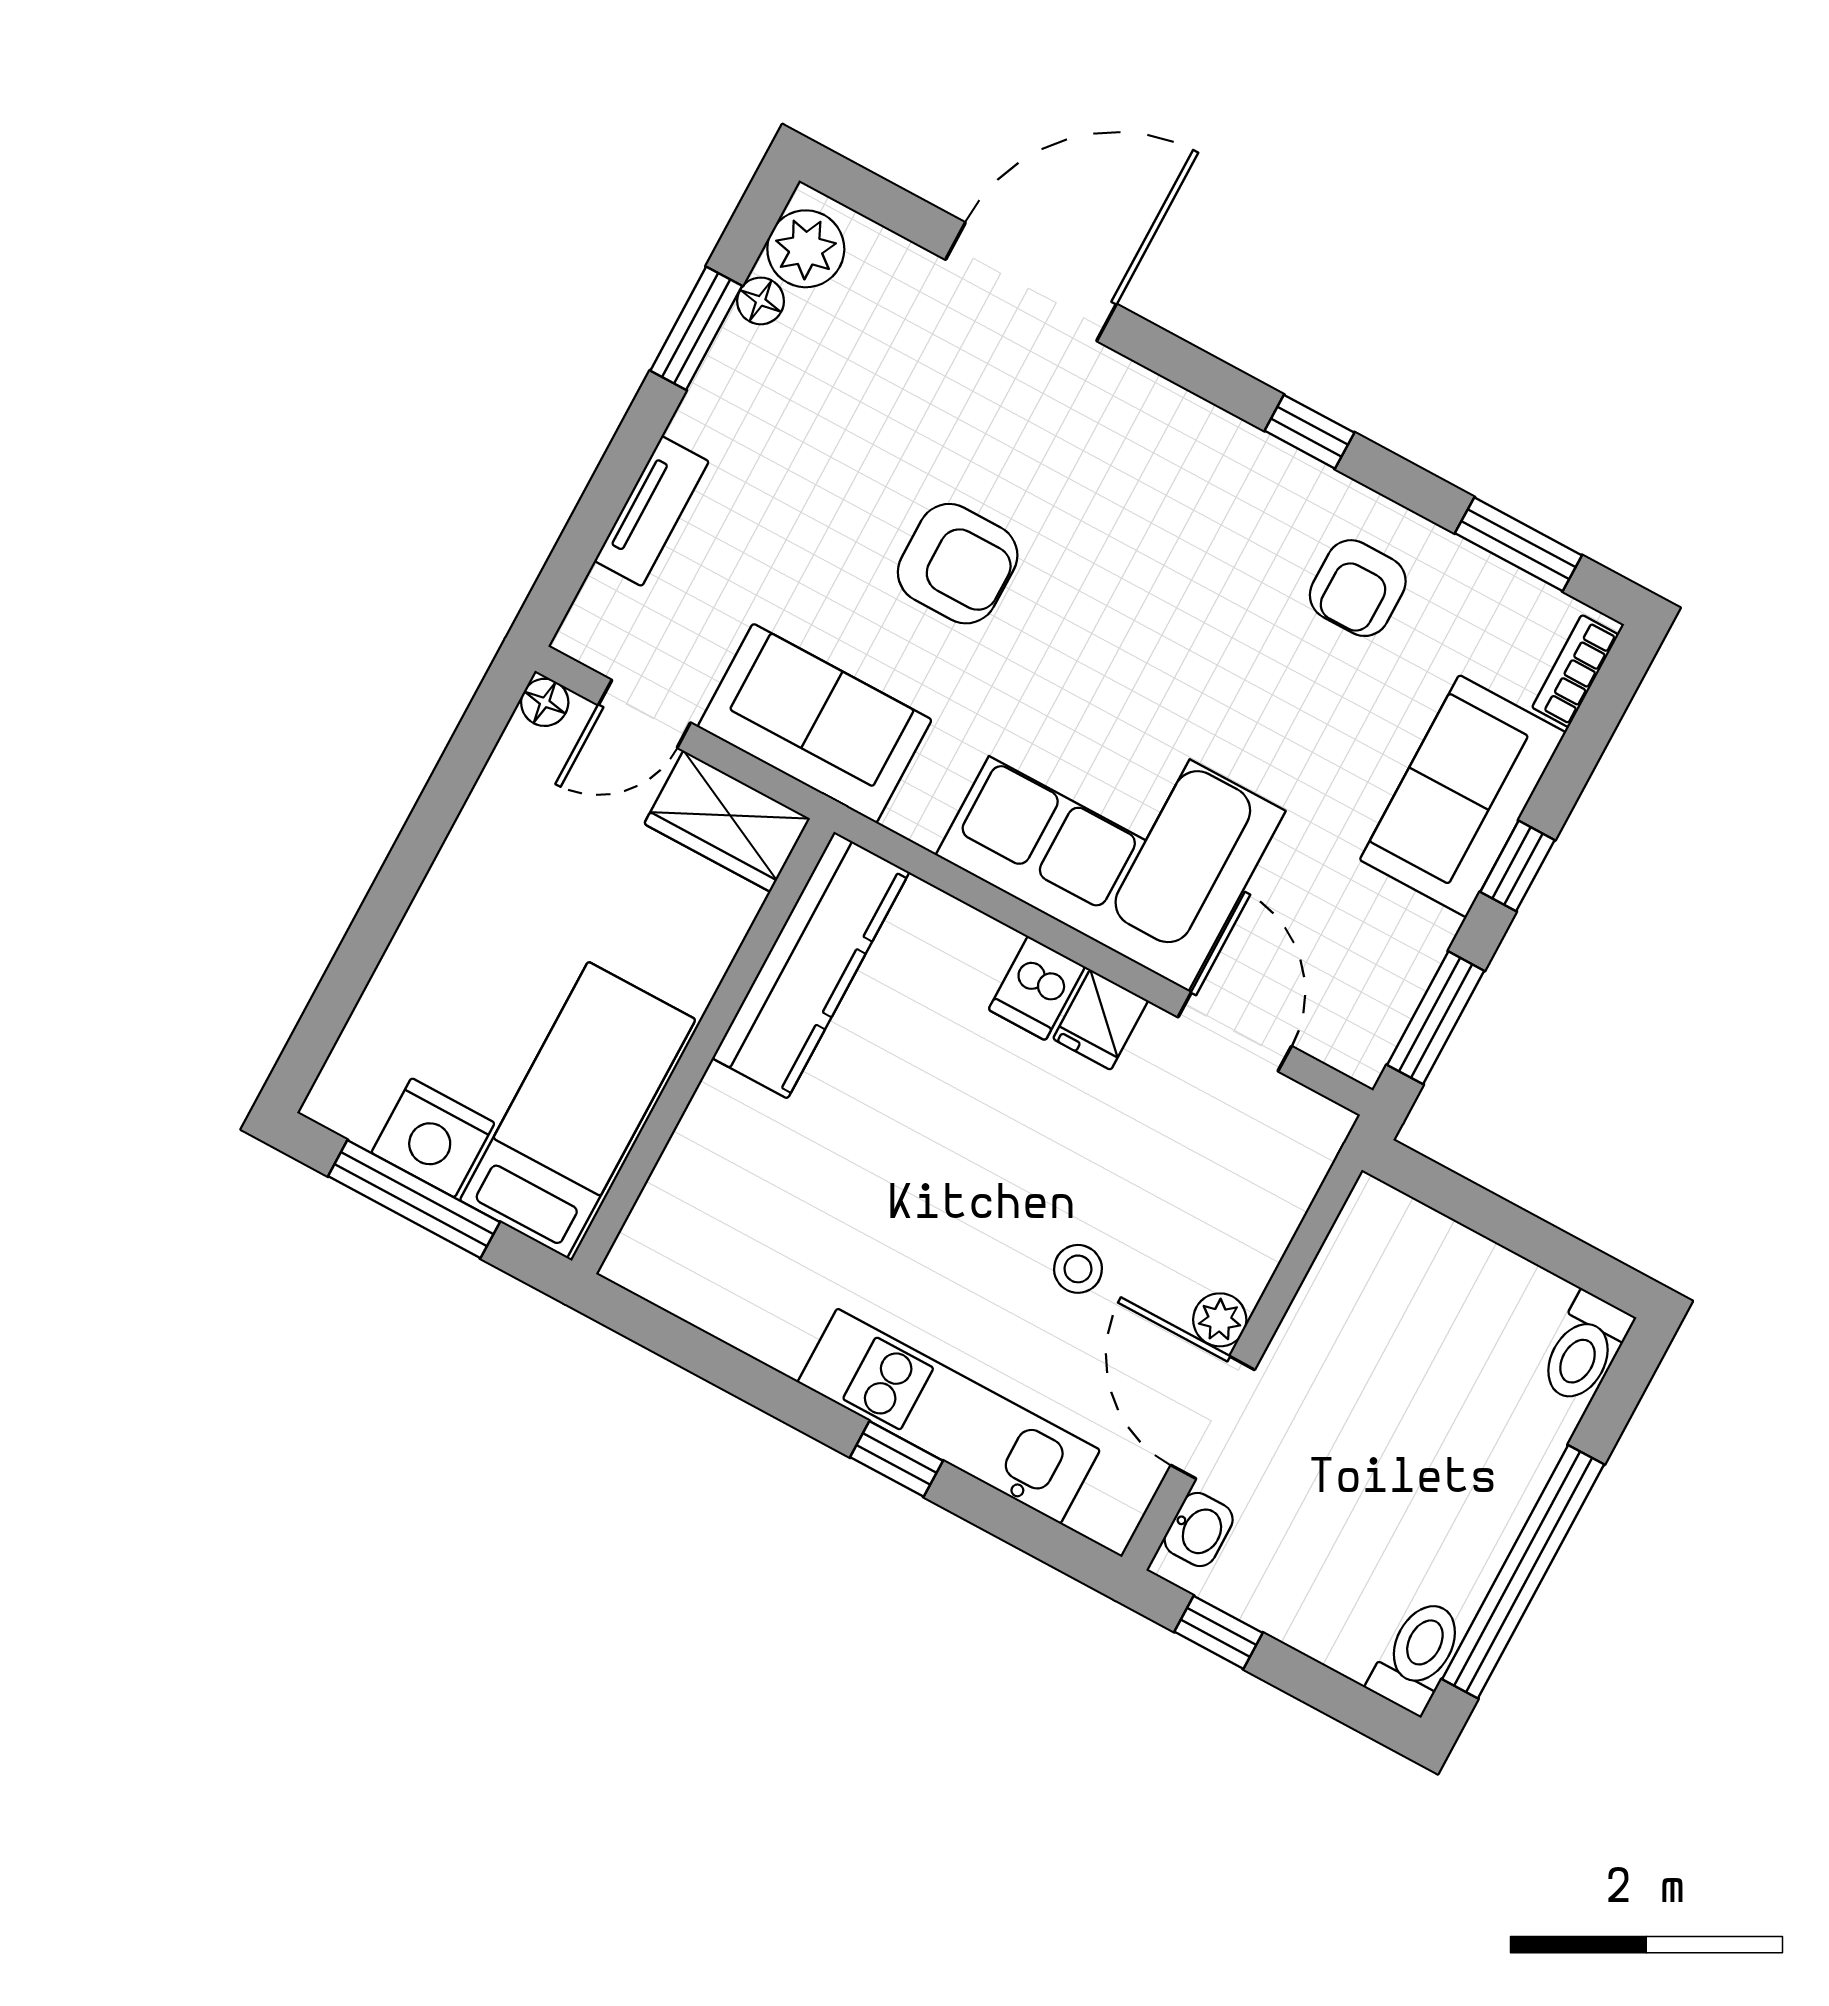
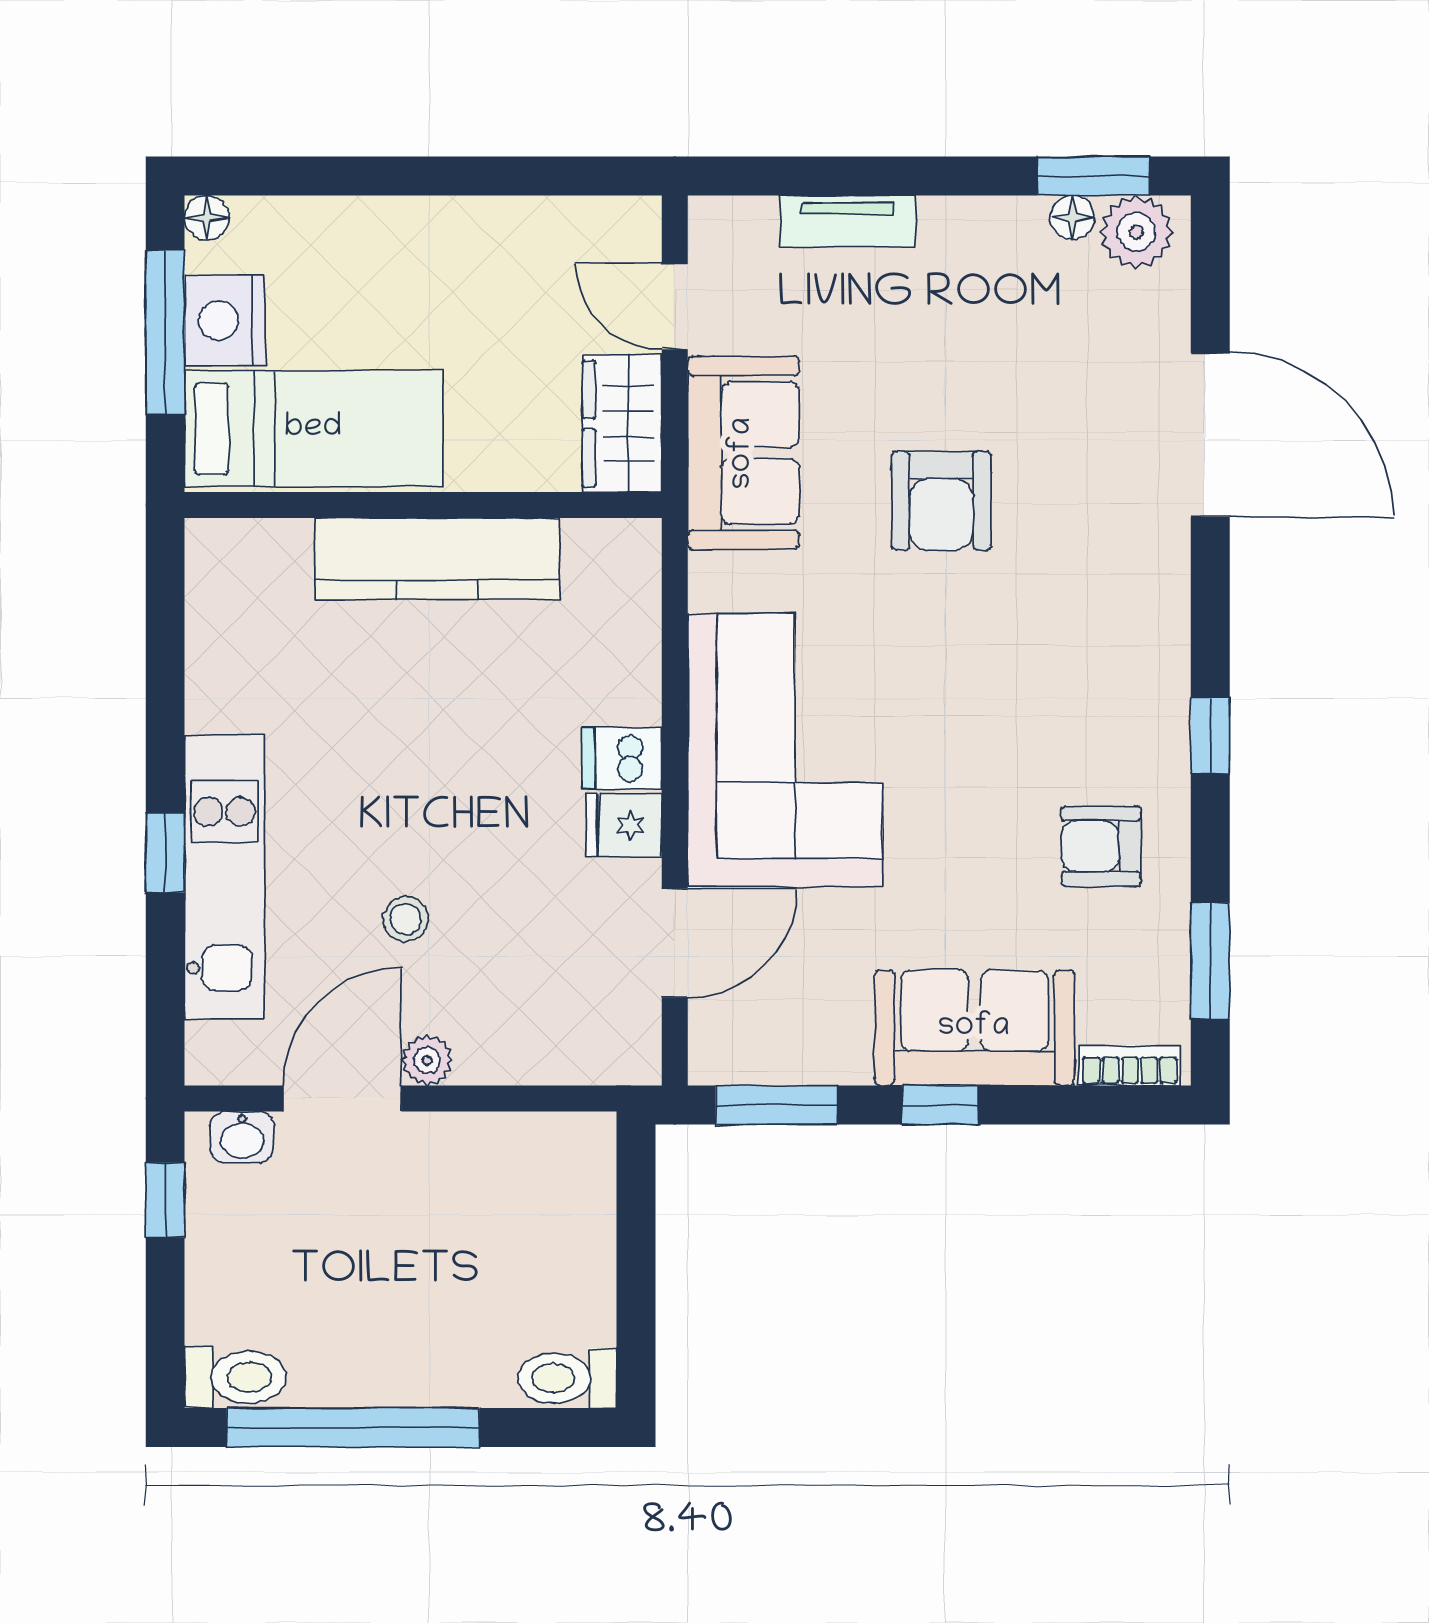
window: (696, 328) -> (1093, 176), moved
floor lamp: (545, 702) -> (207, 218), moved
kitchen counter: (811, 965) -> (437, 559), moved

